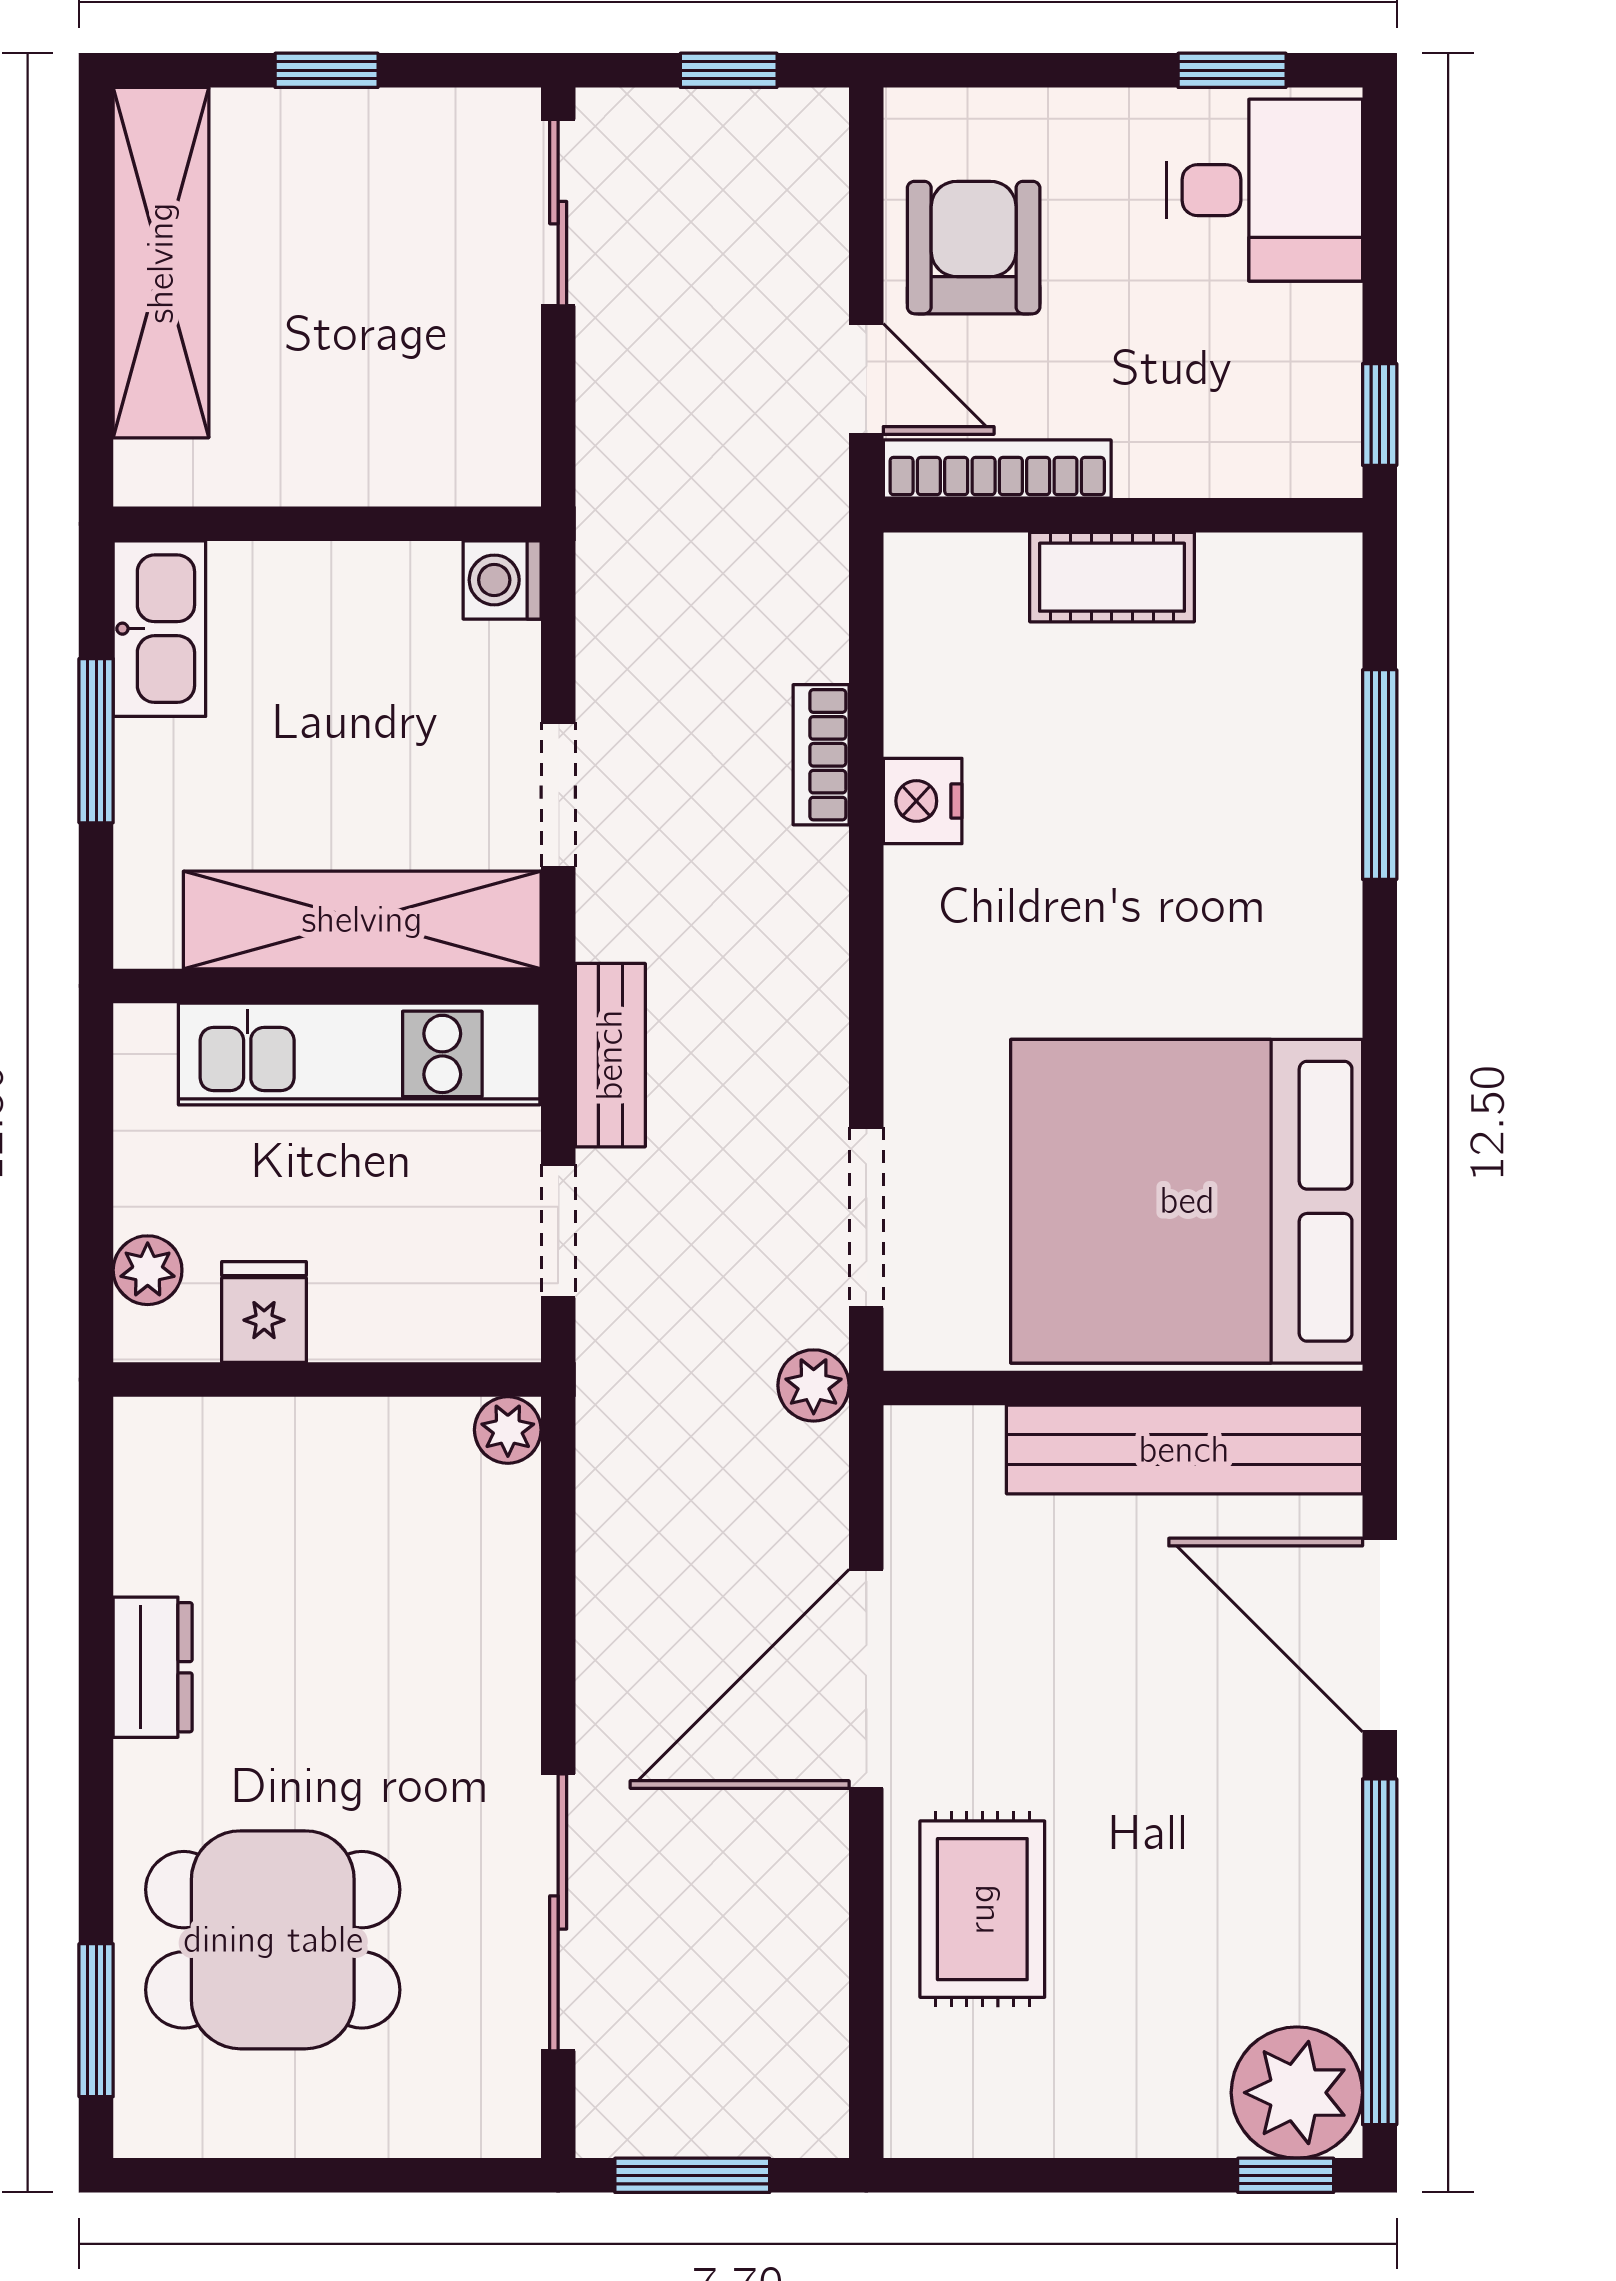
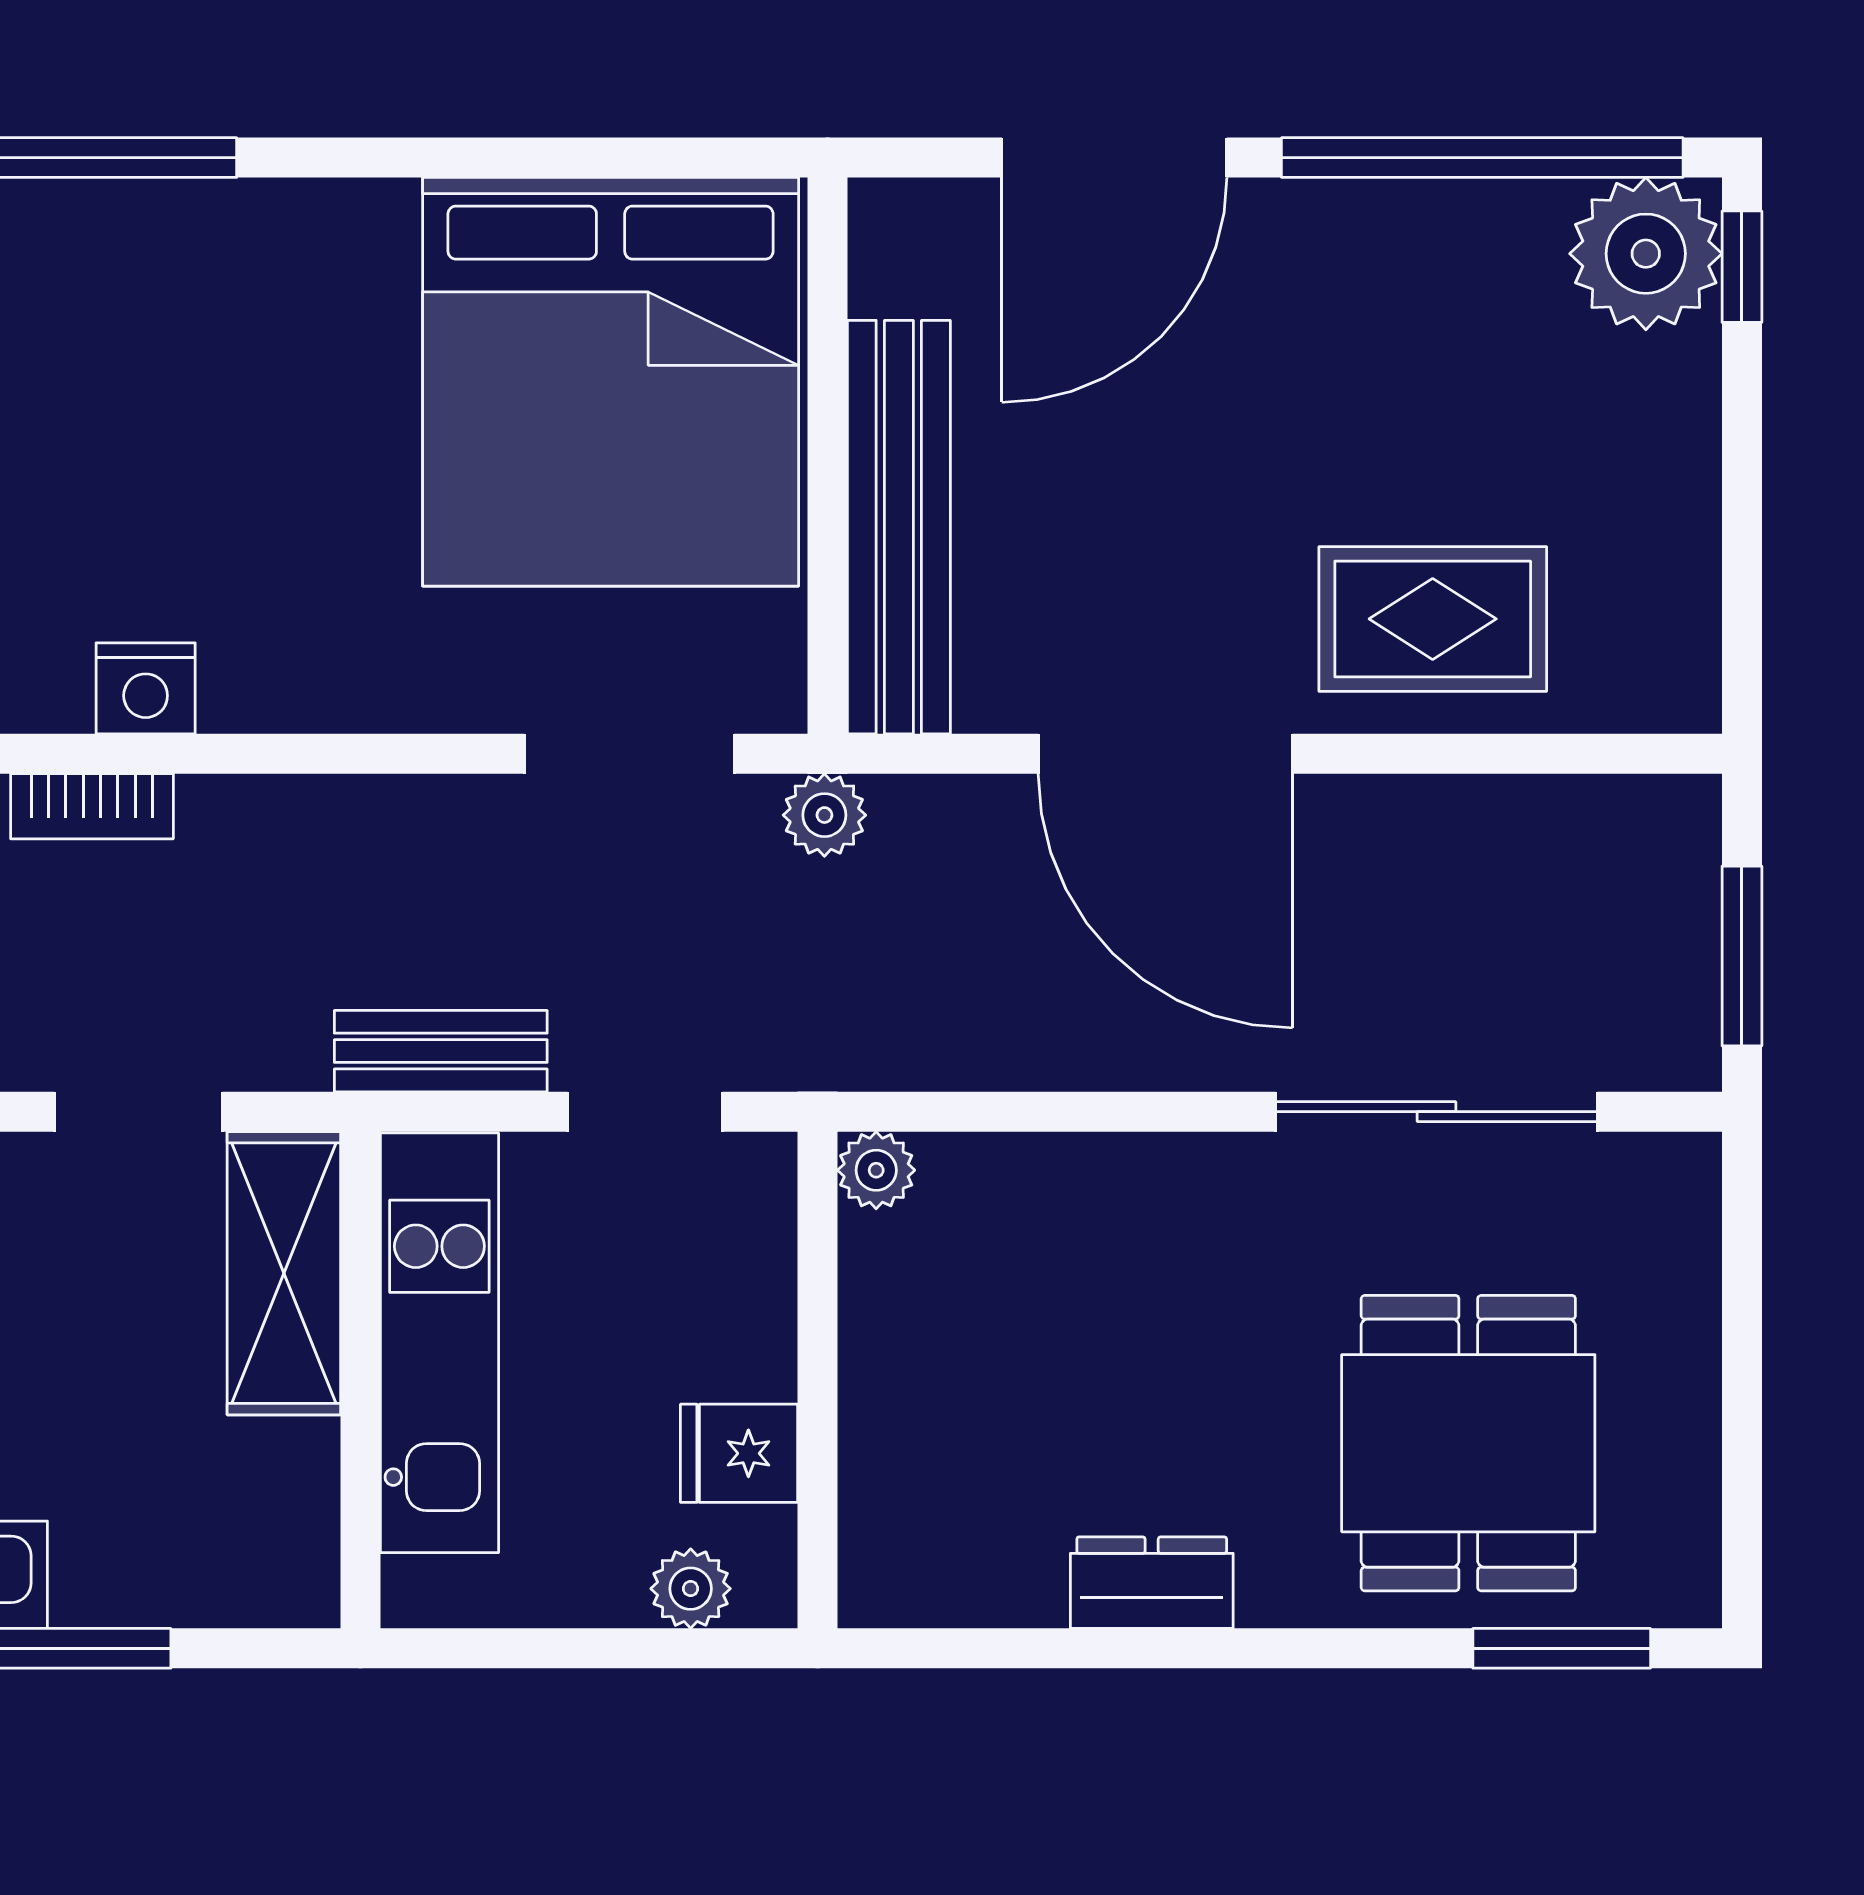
shelving: (362, 920) -> (284, 1273), width x0.68
bench: (1184, 1450) -> (899, 527), moved

